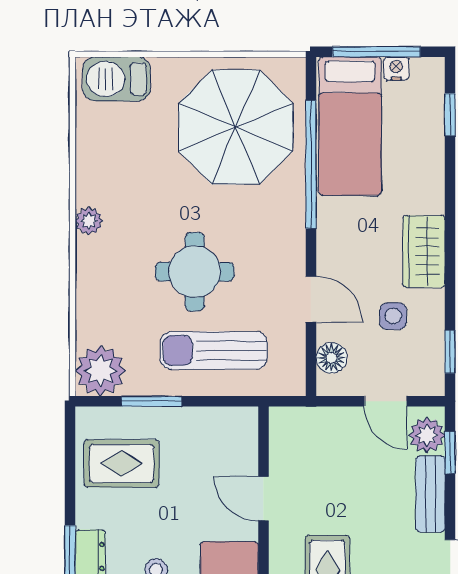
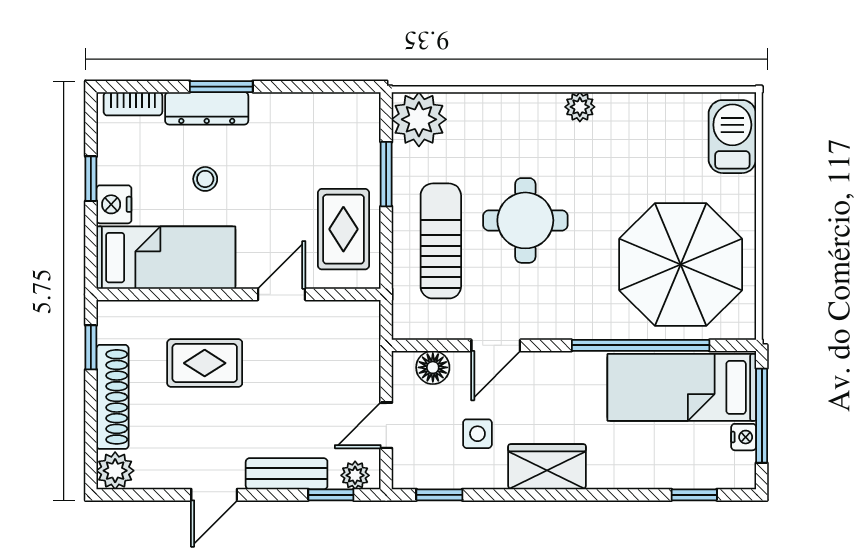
plant: (427, 435) -> (355, 475), width x0.73, depth x0.73
rug: (121, 464) -> (343, 229), moved

